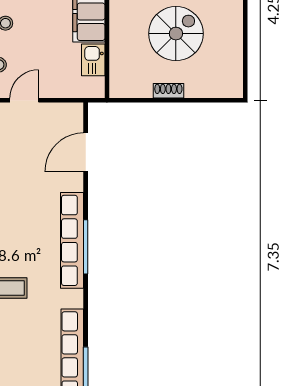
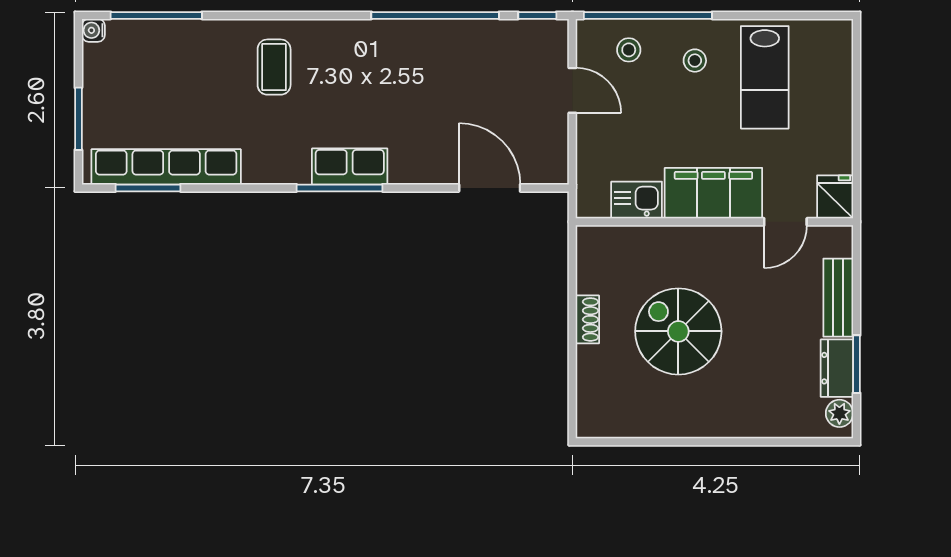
spiral stairs: (176, 34) -> (678, 331), turned 180
row of seats: (72, 240) -> (350, 166), width x0.50

